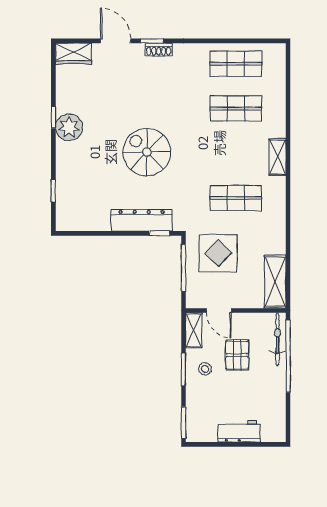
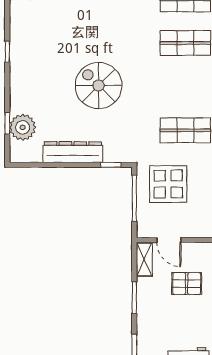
plant: (69, 127) -> (23, 127), moved
dresser: (142, 220) -> (73, 152), moved
pallet: (237, 355) -> (187, 284), turned 90
stool: (205, 369) -> (155, 297), removed

